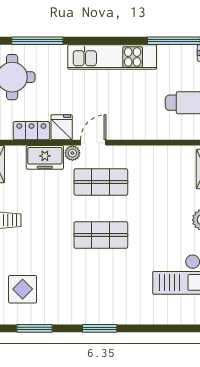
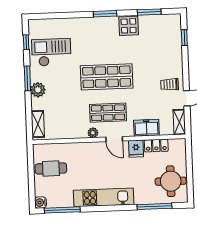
door: (93, 143) -> (114, 139), hinge flipped
plant: (72, 153) -> (93, 133), moved
shop shelf: (101, 235) -> (107, 77), width x1.43, depth x1.36
display table: (23, 289) -> (129, 26), moved

